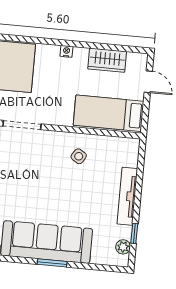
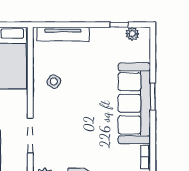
tv unit: (127, 196) -> (63, 34), moved

